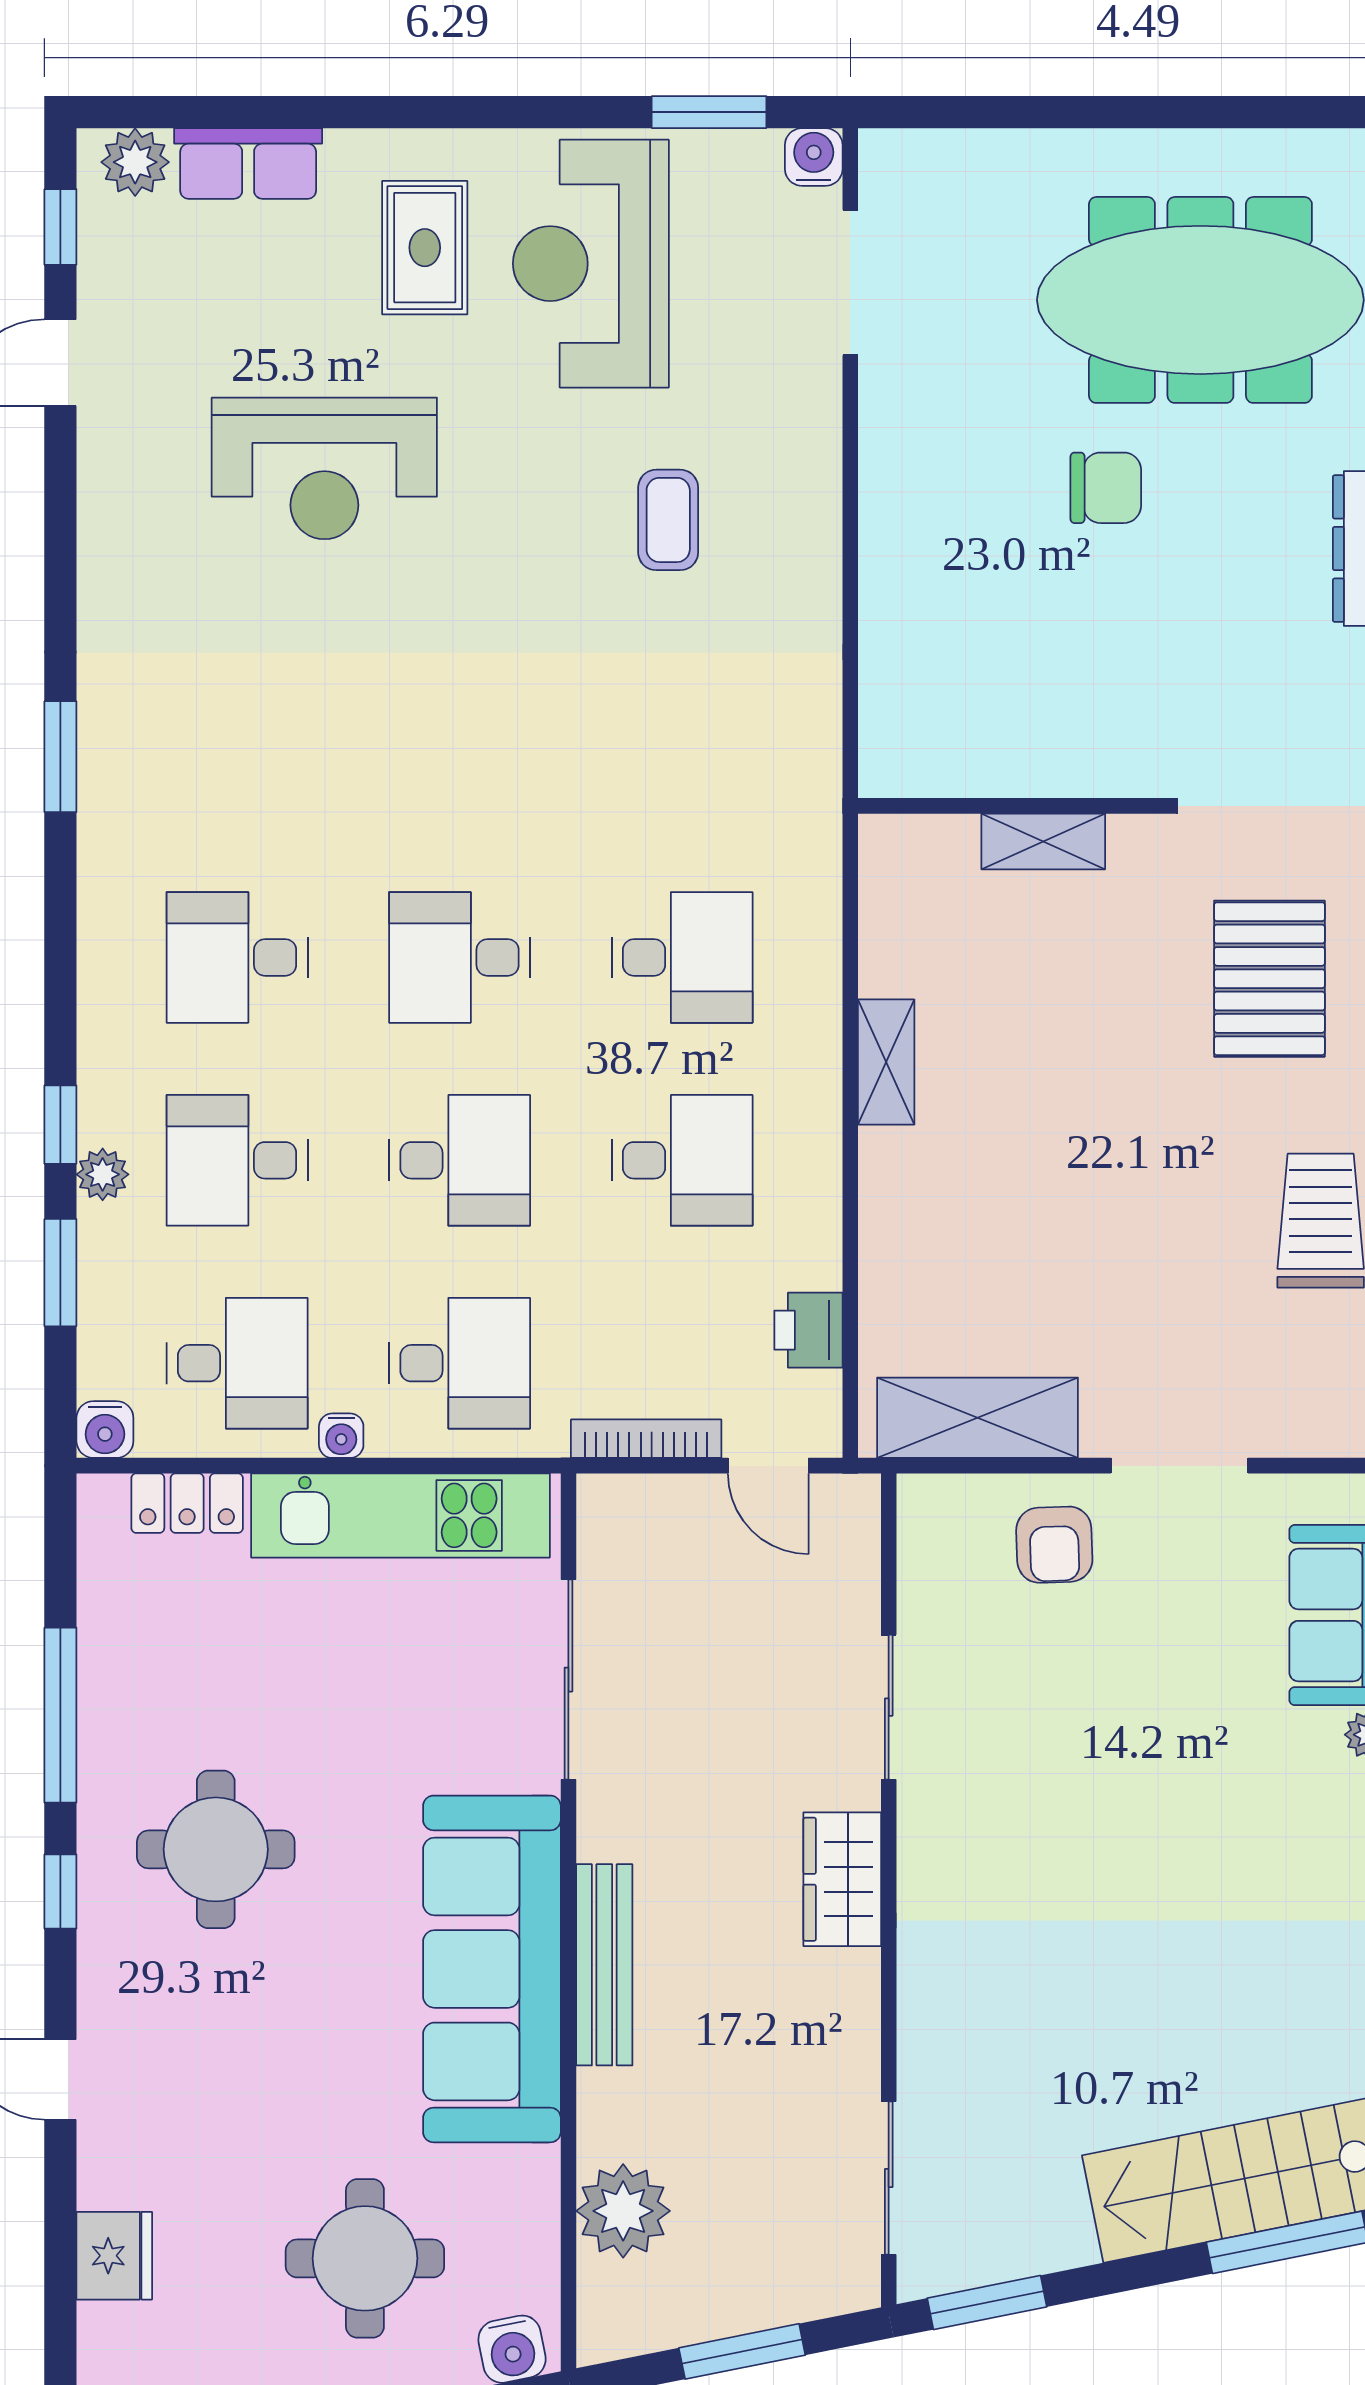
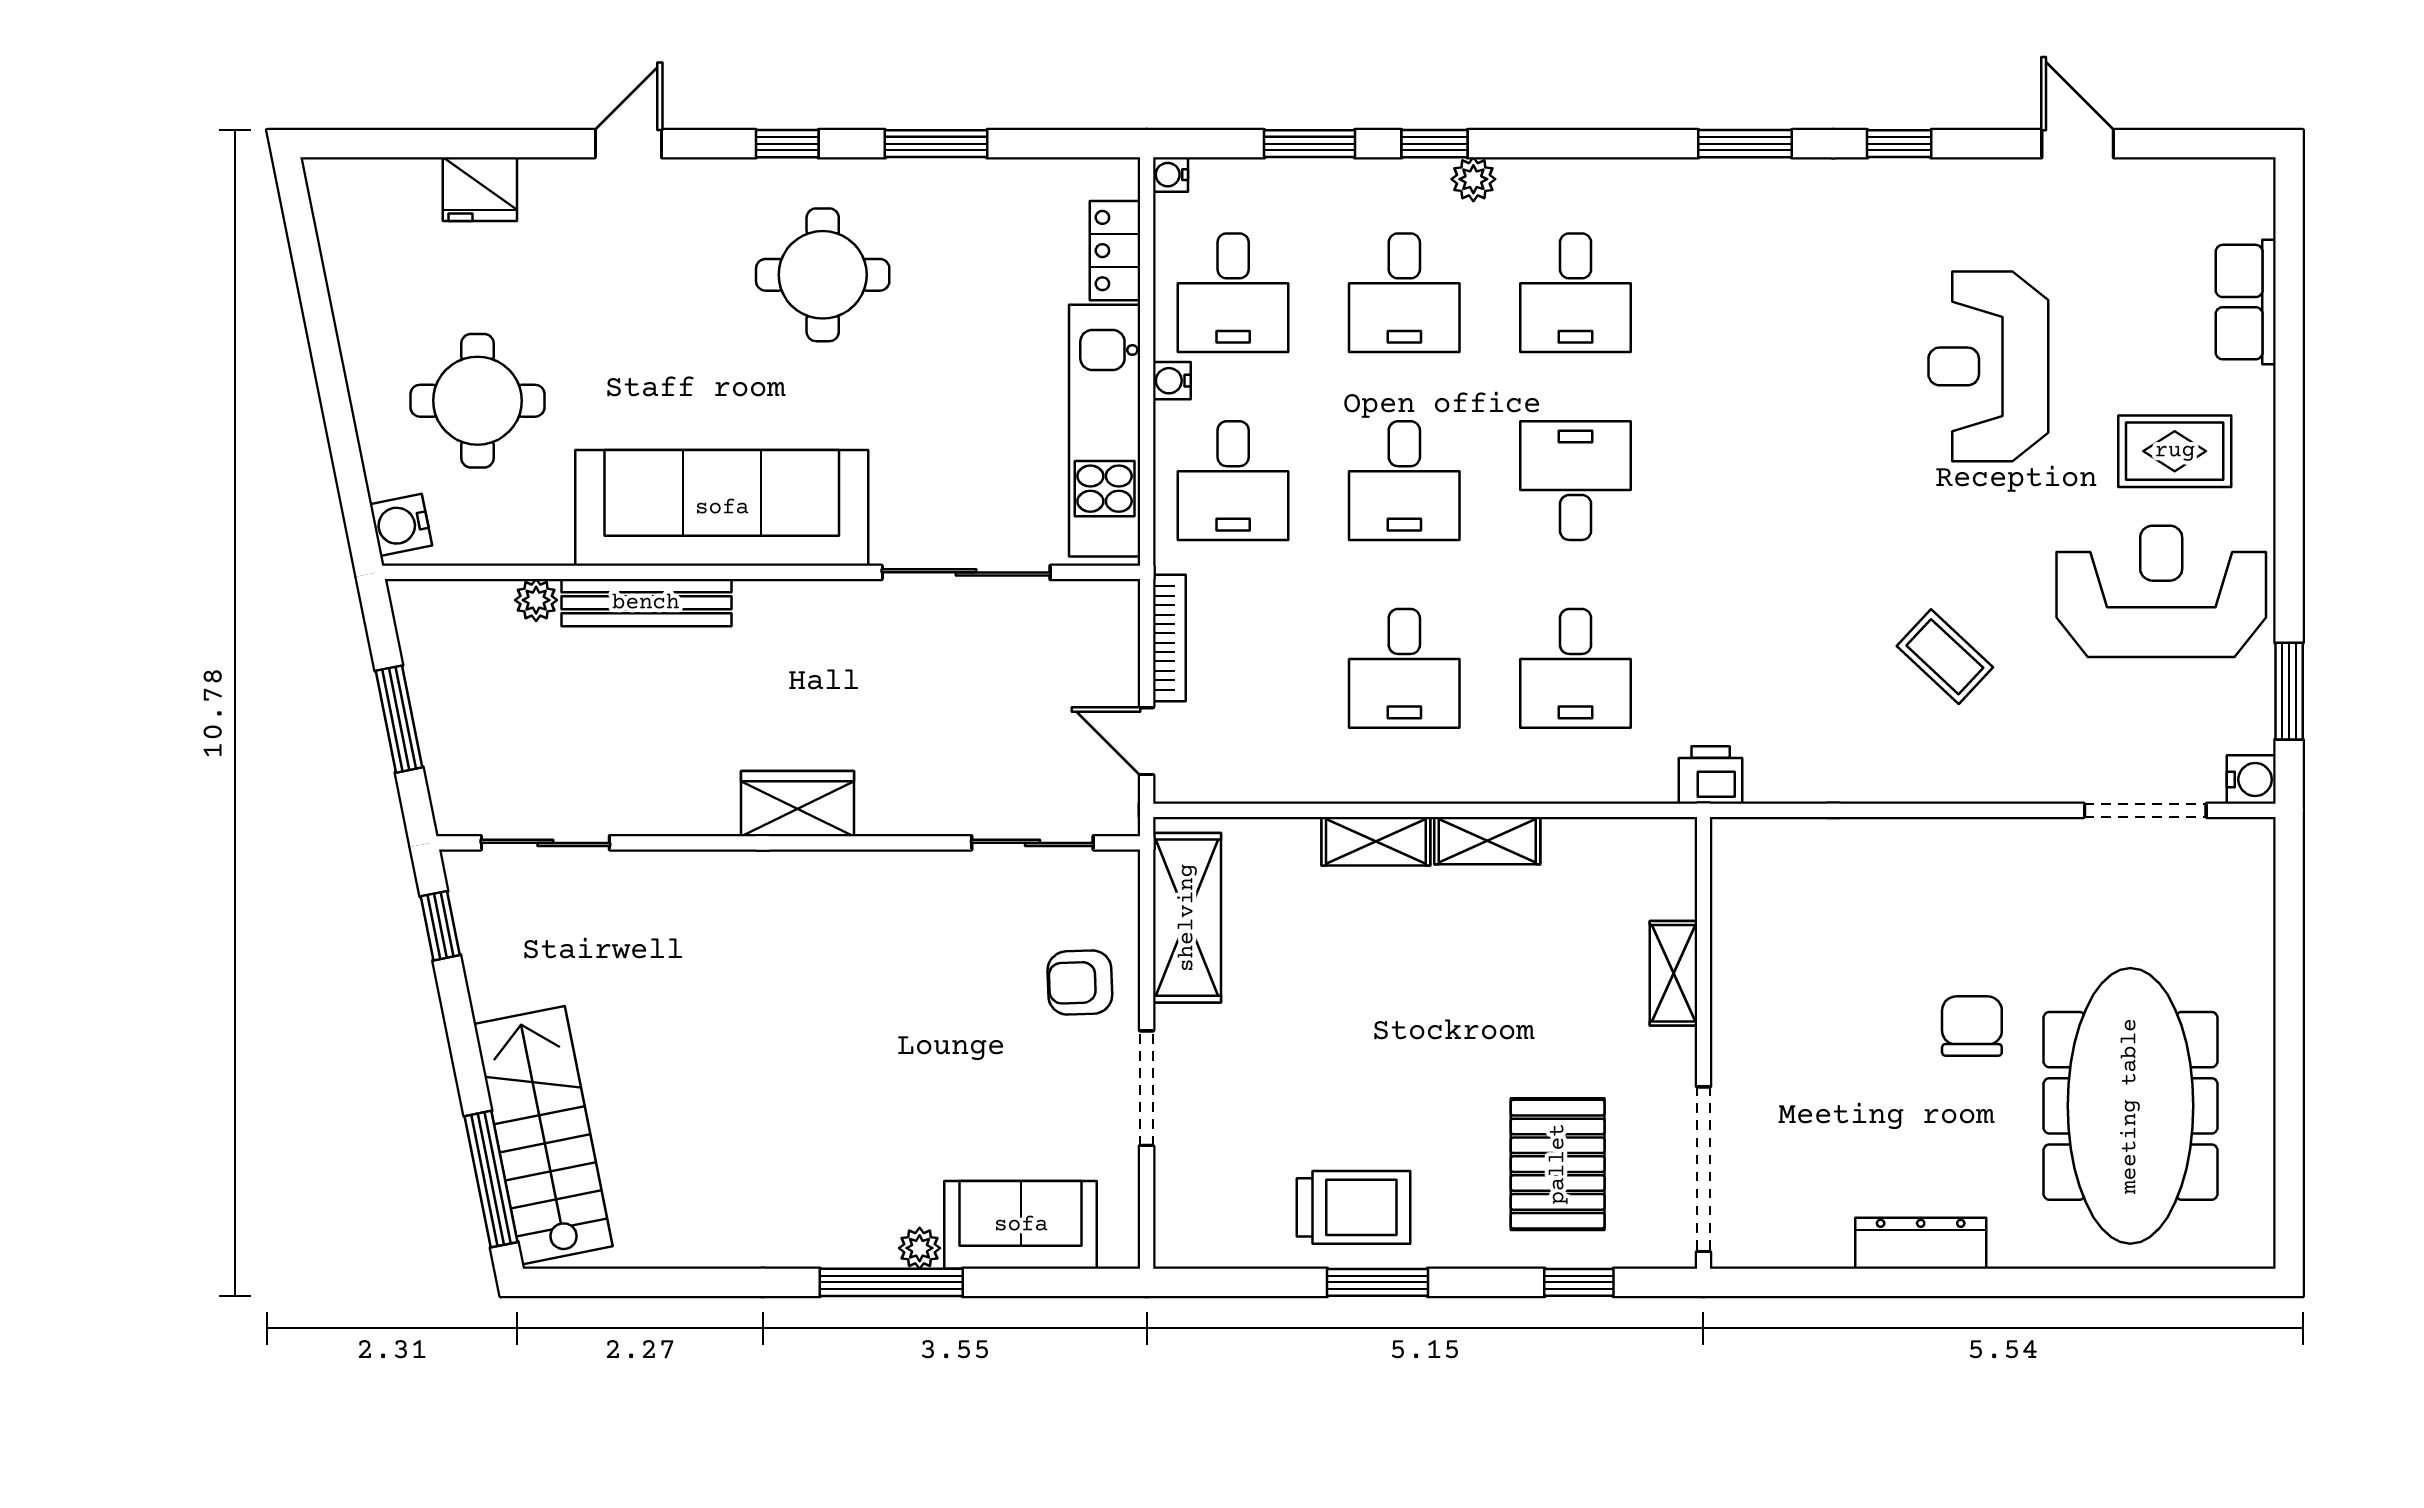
plant: (135, 162) -> (2247, 207), removed
window: (60, 227) -> (1899, 144), moved
chair: (1106, 488) -> (1972, 1026), turned 180
coffee table: (668, 520) -> (1945, 657), turned 43
desk: (237, 957) -> (1576, 293), turned 180
pallet: (1269, 979) -> (1558, 1164), turned 90
desk: (237, 1160) -> (1404, 293), turned 180
plant: (103, 1174) -> (1473, 179), moved
shelving: (887, 1194) -> (1376, 841), added
printer: (808, 1330) -> (1711, 775), moved
water cooler: (105, 1430) -> (1170, 175), width x0.72, depth x0.72
door: (768, 1466) -> (1147, 741), hinge flipped
sliding door: (889, 1707) -> (1032, 843), moved
window: (60, 1715) -> (936, 144), width x0.69
bench: (604, 1965) -> (646, 603), moved
plant: (623, 2211) -> (536, 600), width x0.53, depth x0.53
window: (987, 2302) -> (440, 926), width x0.67

